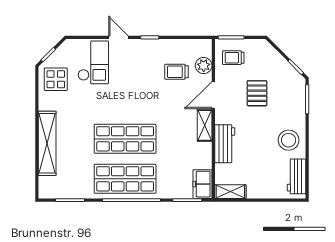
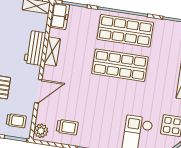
plant: (204, 66) -> (41, 131), moved
trolley: (177, 72) -> (67, 127), moved
shelving: (205, 125) -> (52, 51), moved

